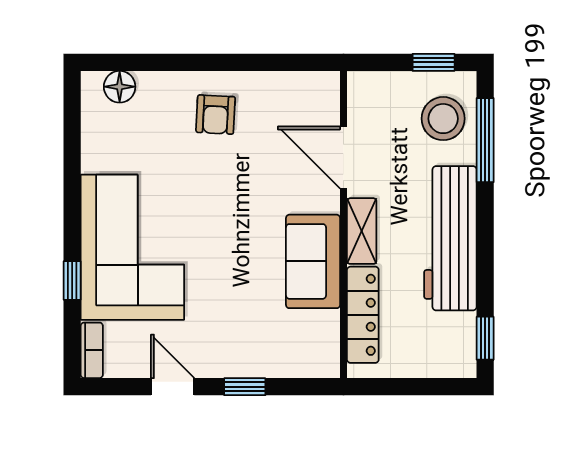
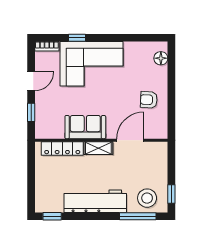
door: (343, 158) -> (130, 140), moved
wall: (343, 225) -> (101, 140), moved
shelving: (362, 231) -> (98, 148), moved
sofa: (313, 261) -> (85, 127), moved
locker: (363, 315) -> (62, 149), moved

